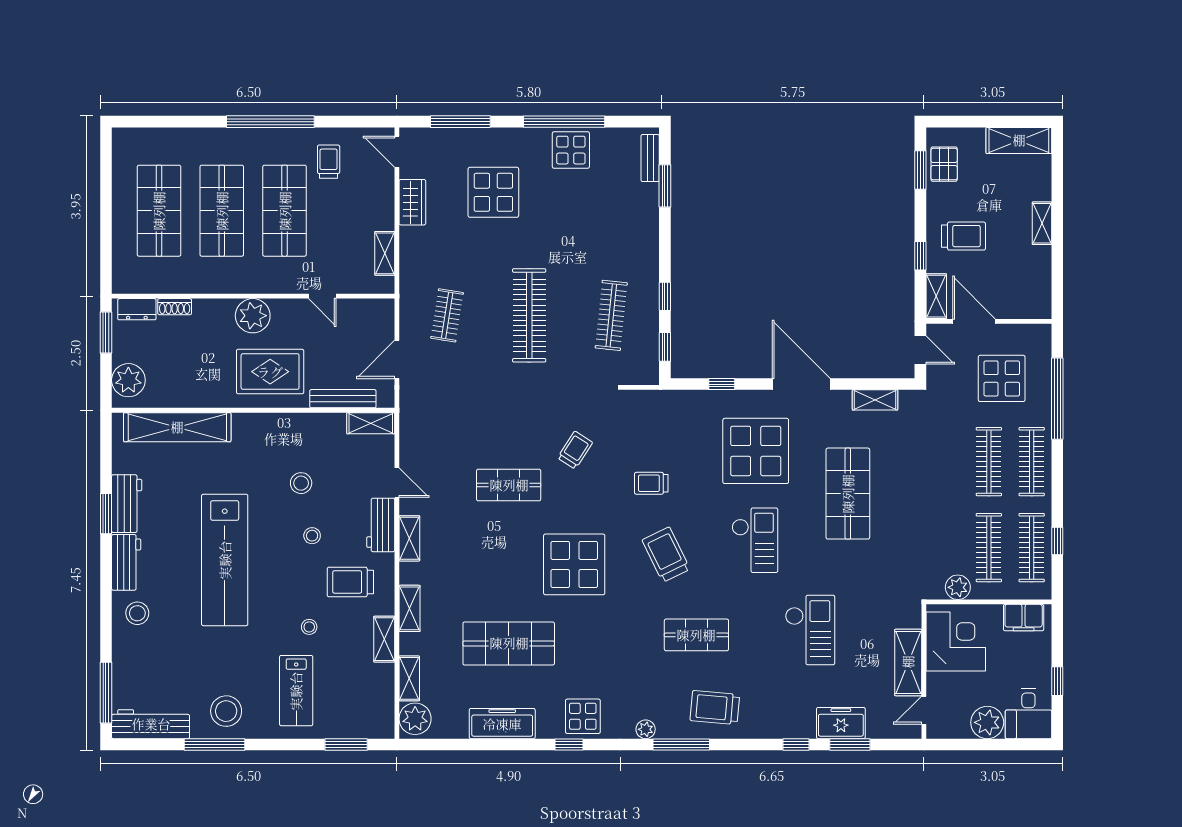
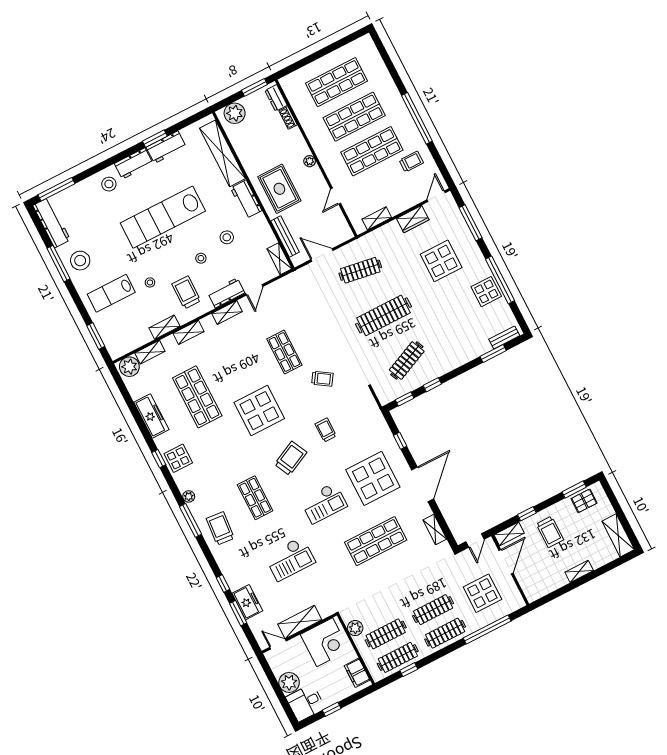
clothes rail: (447, 315) -> (360, 270), width x1.36
clothes rail: (611, 315) -> (407, 361), turned -30
plant: (253, 316) -> (310, 161), width x0.53, depth x0.53
workbench: (261, 427) -> (246, 199), added

